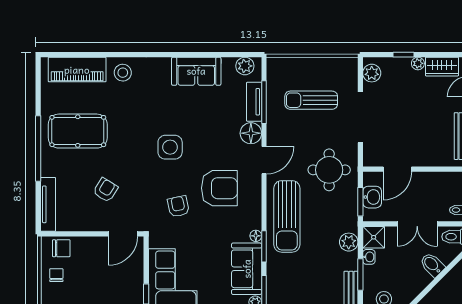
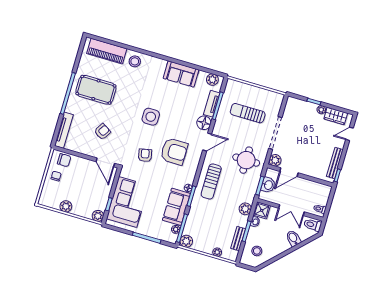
plant: (372, 73) -> (275, 160), moved
sun lounger: (287, 216) -> (211, 181), width x0.73, depth x0.75
door: (123, 234) -> (105, 162), hinge flipped

